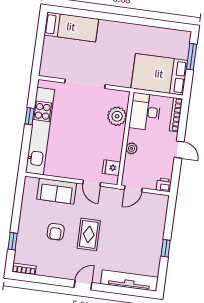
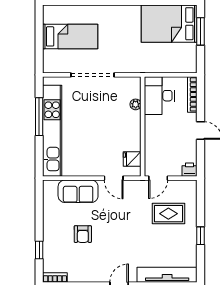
bed: (71, 27) -> (70, 36), moved
bed: (159, 74) -> (169, 24), moved
window: (30, 116) -> (39, 117), width x2.17
plant: (117, 116) -> (136, 104), width x0.53, depth x0.53
plant: (131, 148) -> (150, 136), removed
rug: (89, 234) -> (168, 214), moved, turned 90

